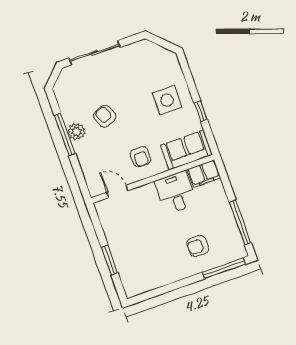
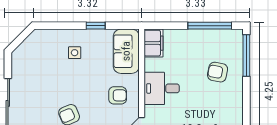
side table: (167, 100) -> (75, 53), width x0.54, depth x0.54
desk: (176, 193) -> (162, 88), moved
armchair: (198, 246) -> (218, 72), turned 101

